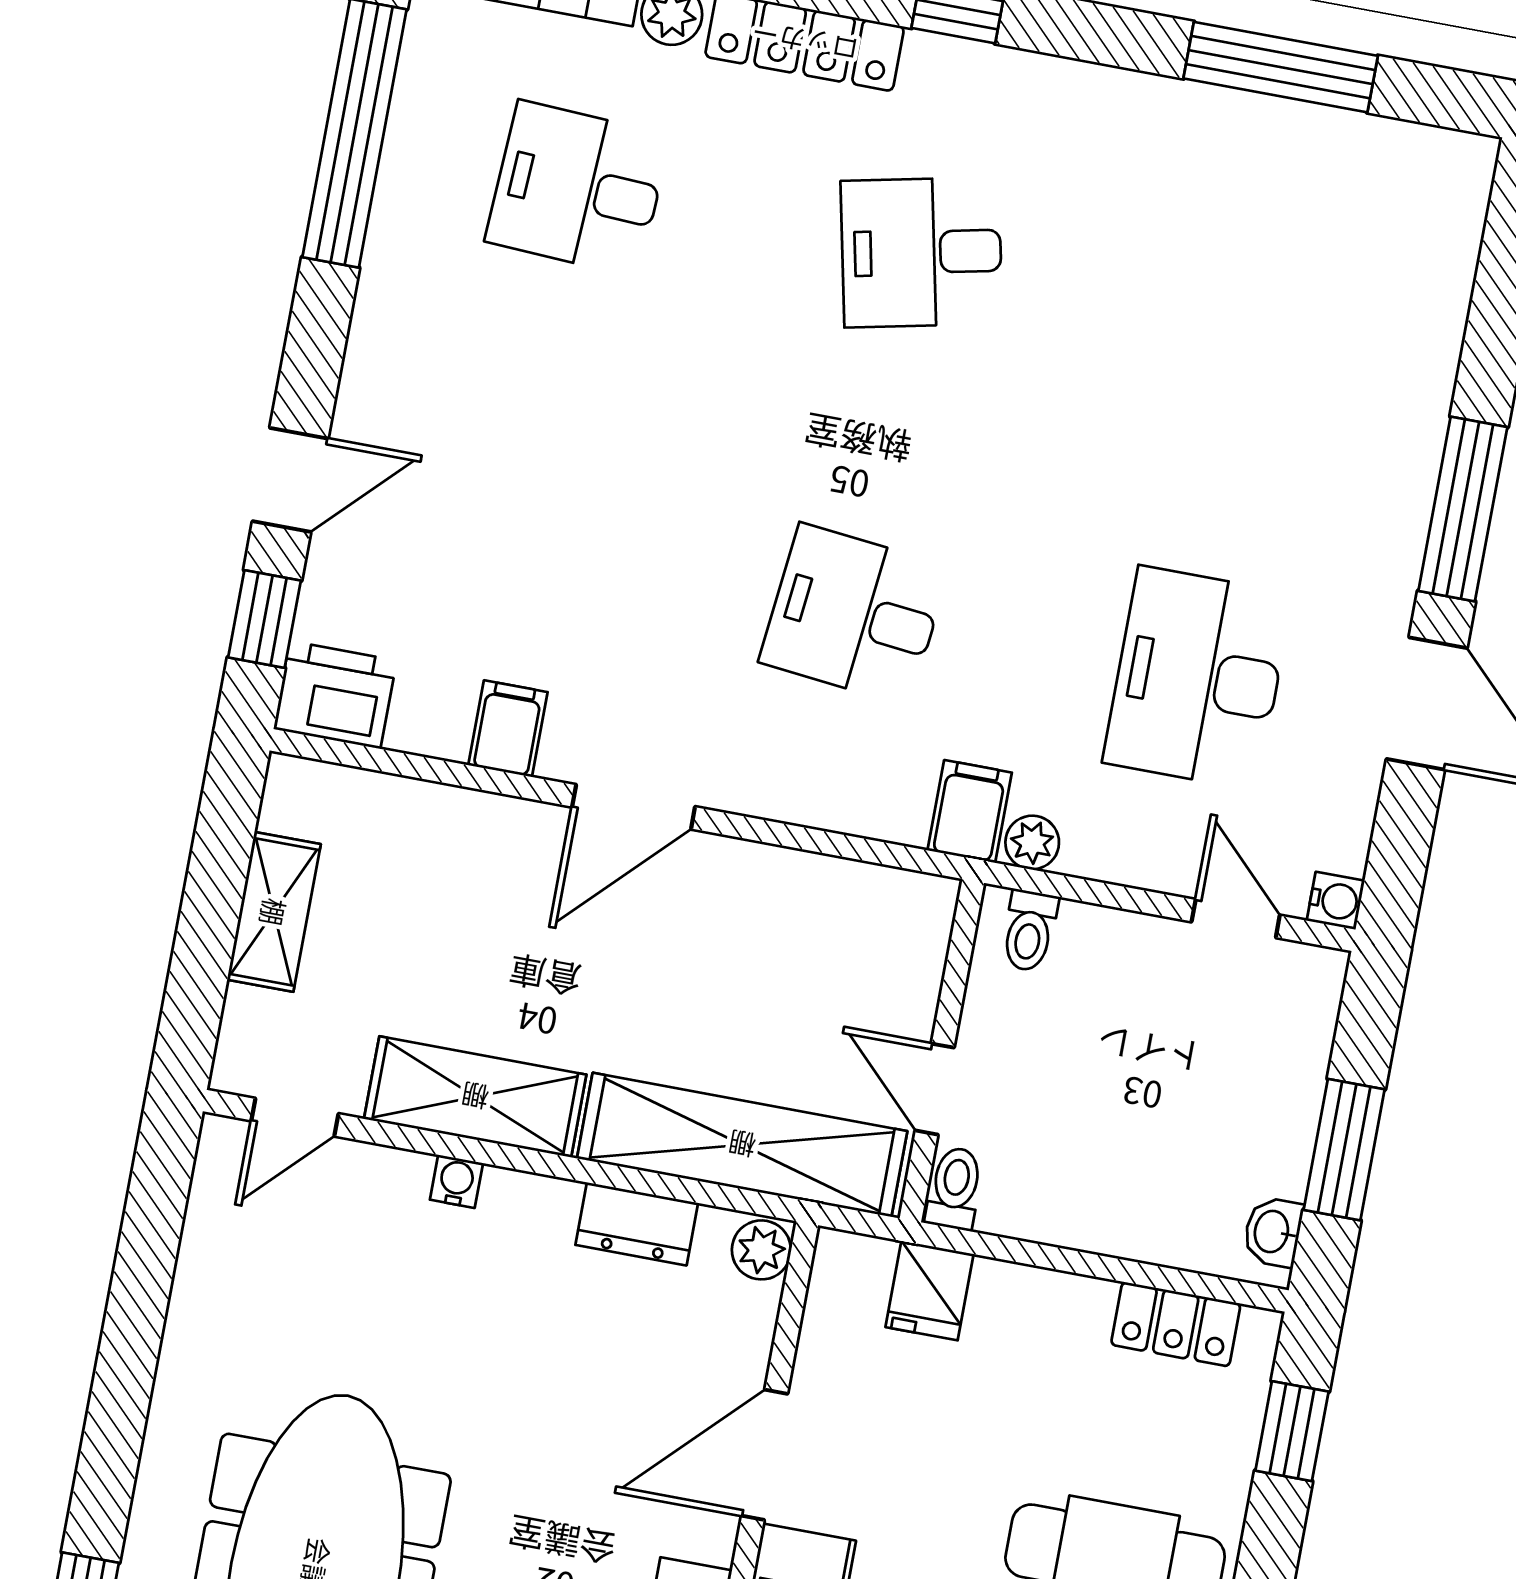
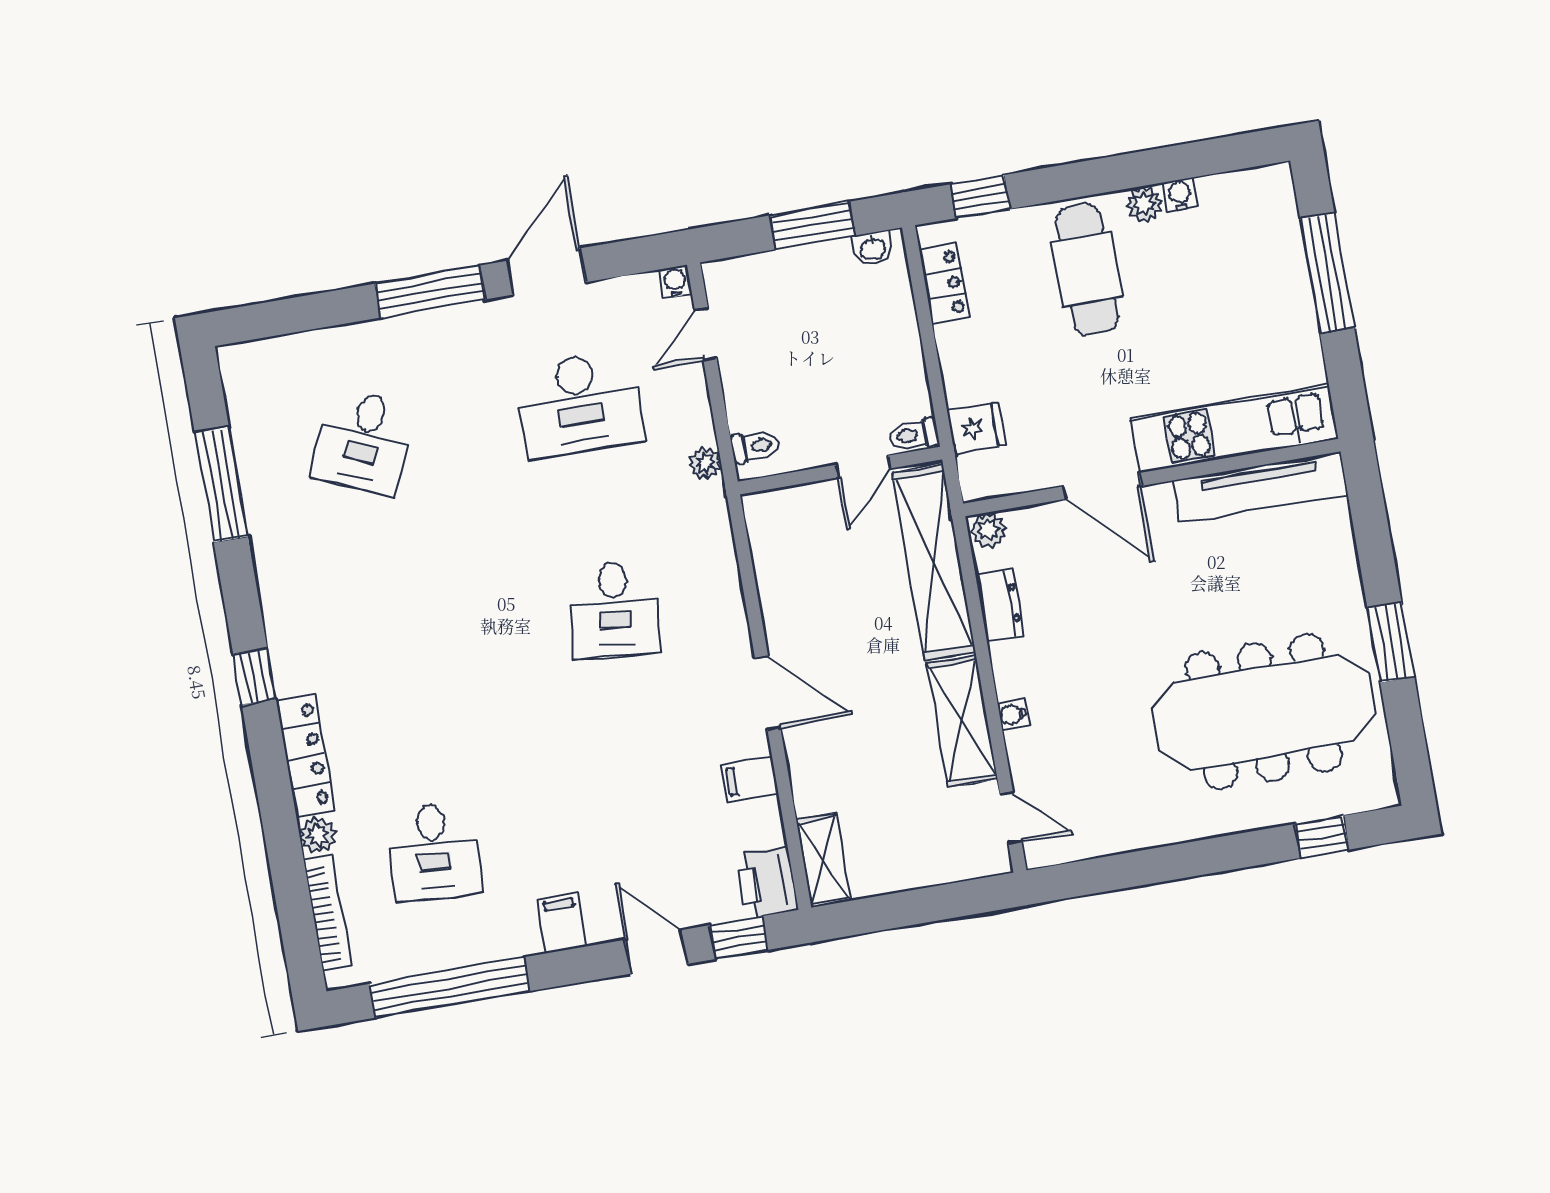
desk: (921, 252) -> (363, 442), moved, turned 36
filing cabinet: (970, 811) -> (562, 923), moved, turned 90
shelving: (274, 912) -> (823, 860), moved, turned 90

